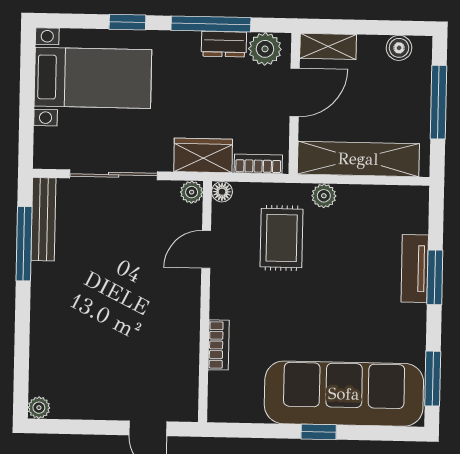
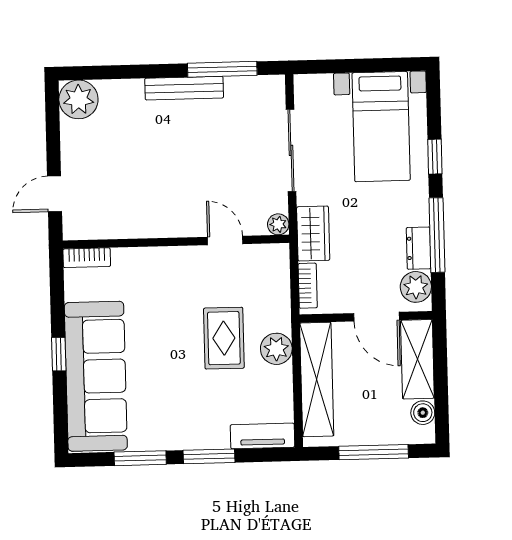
shelving: (328, 46) -> (417, 359), width x1.50, depth x1.33
floor lamp: (222, 192) -> (280, 253), removed
plant: (324, 196) -> (276, 349), width x1.38, depth x1.38
bench: (43, 219) -> (184, 88), moved
rug: (282, 238) -> (224, 338), moved, turned 90
tv unit: (415, 269) -> (262, 436), moved
bookcase: (219, 345) -> (87, 258), moved
window: (433, 379) -> (140, 458), moved
plant: (39, 408) -> (78, 99), width x1.87, depth x1.87

